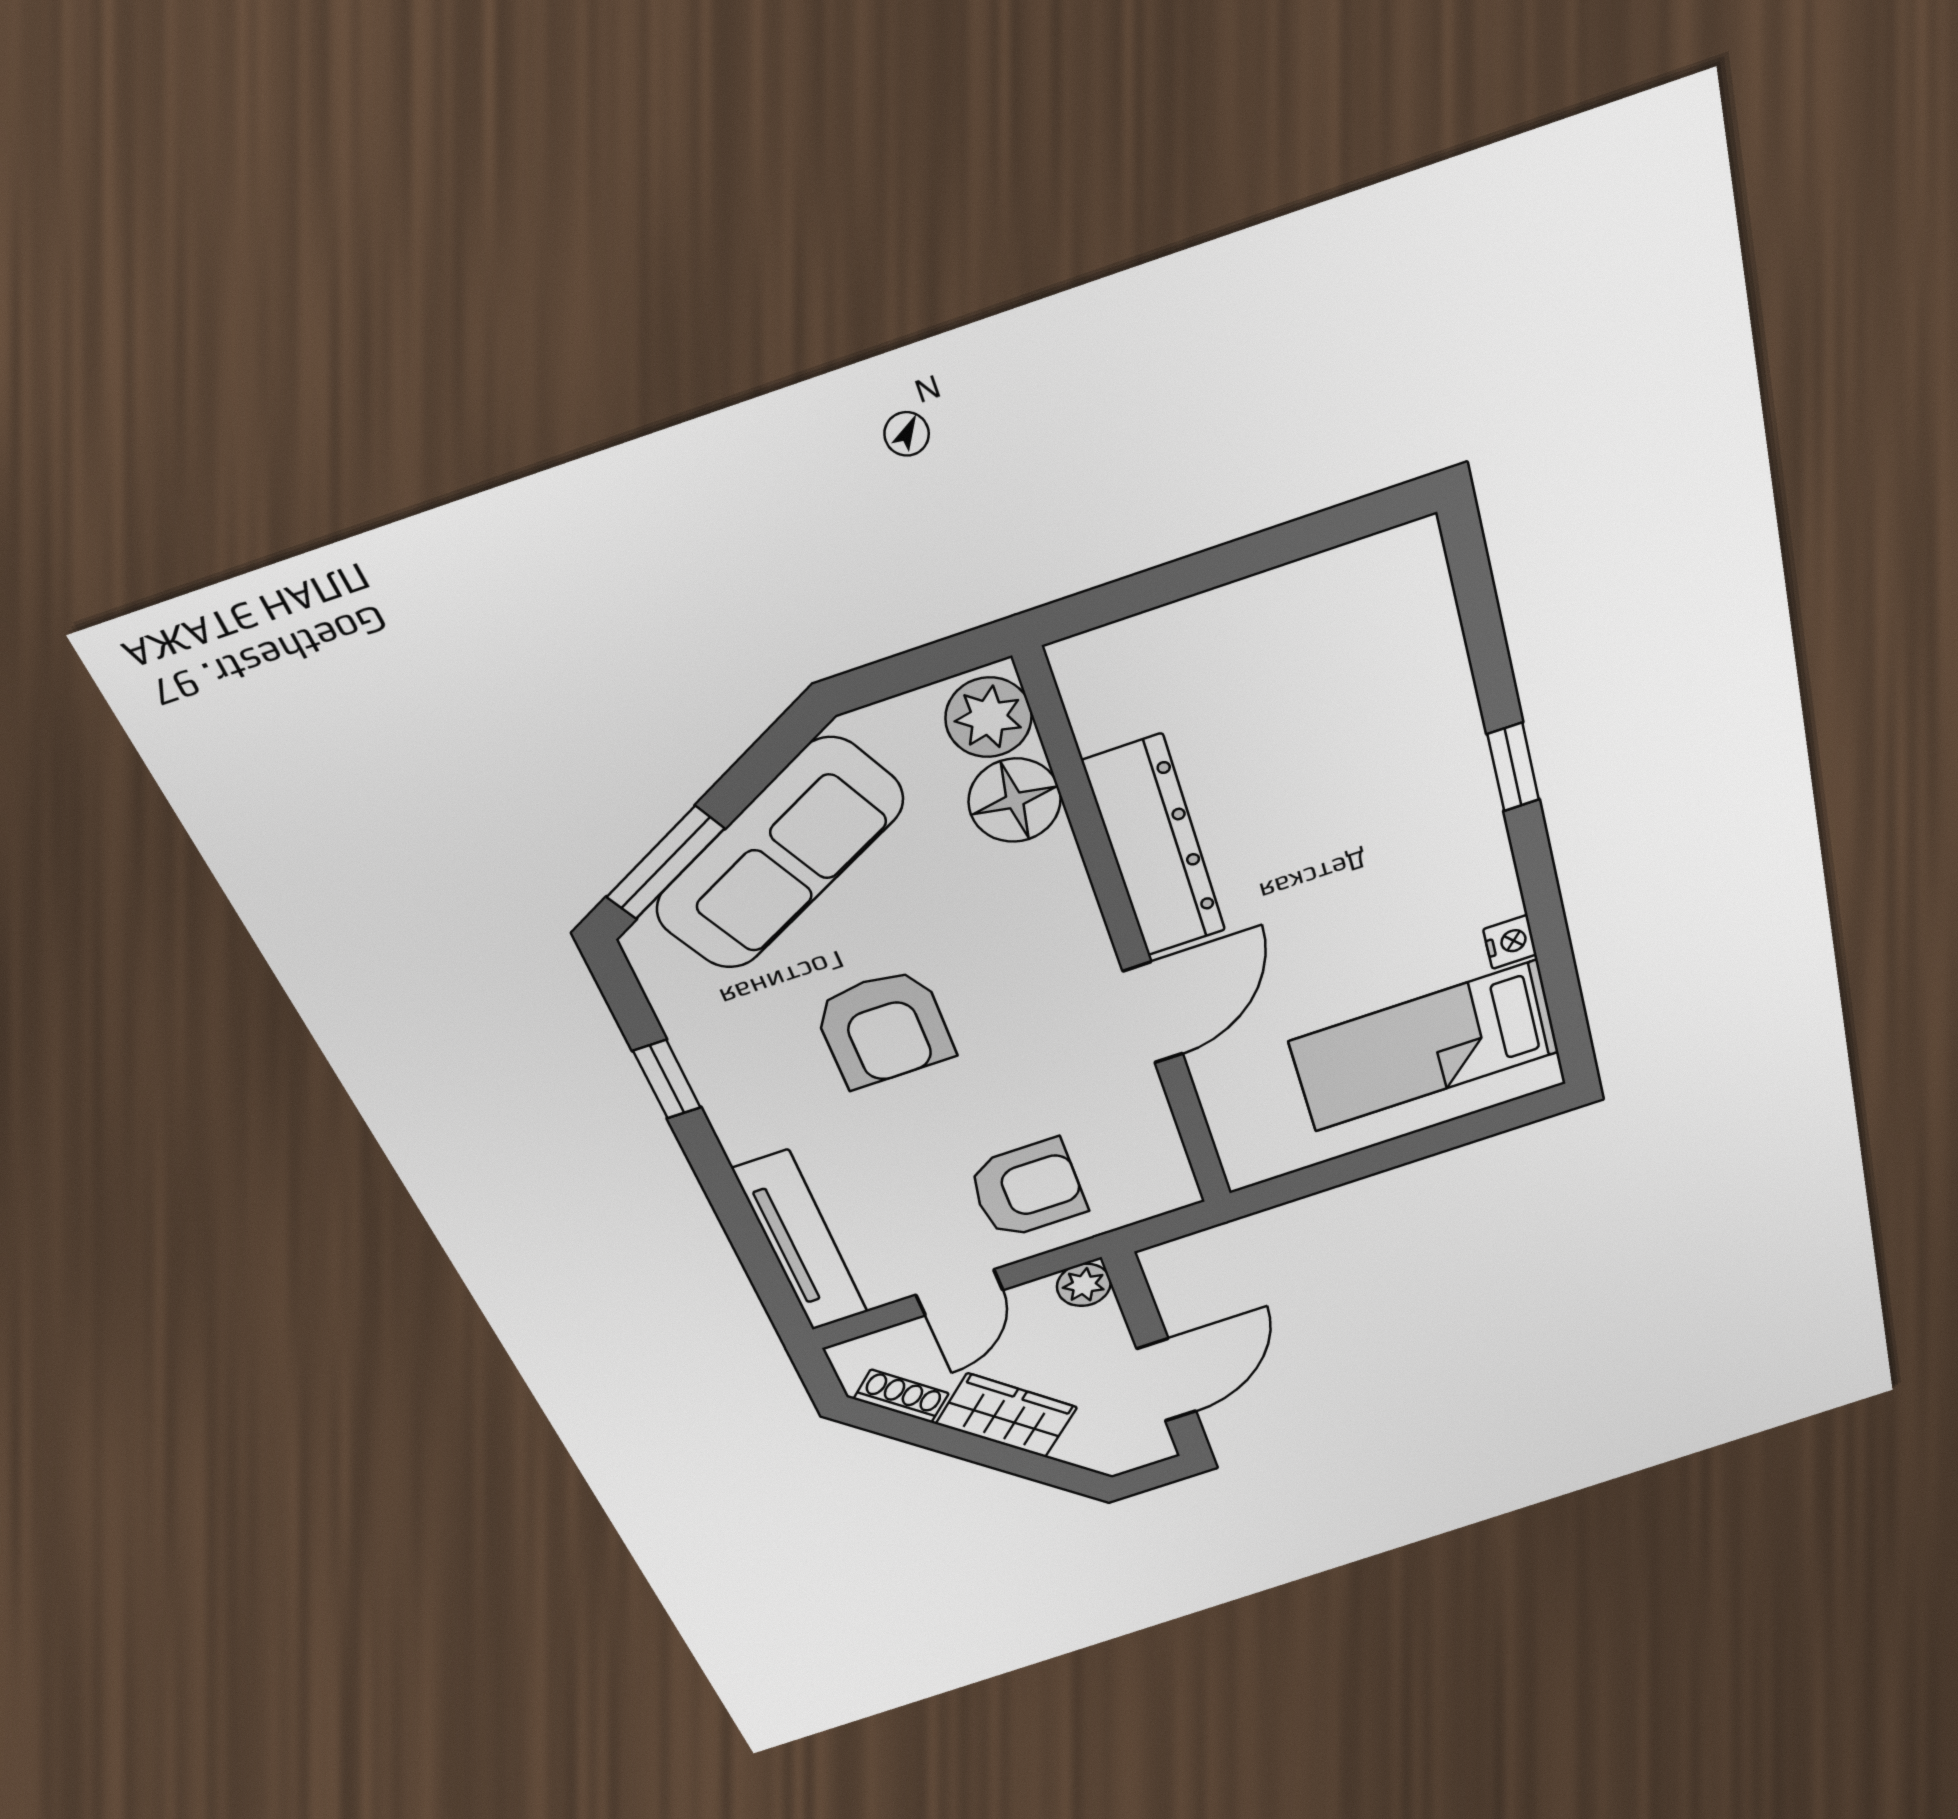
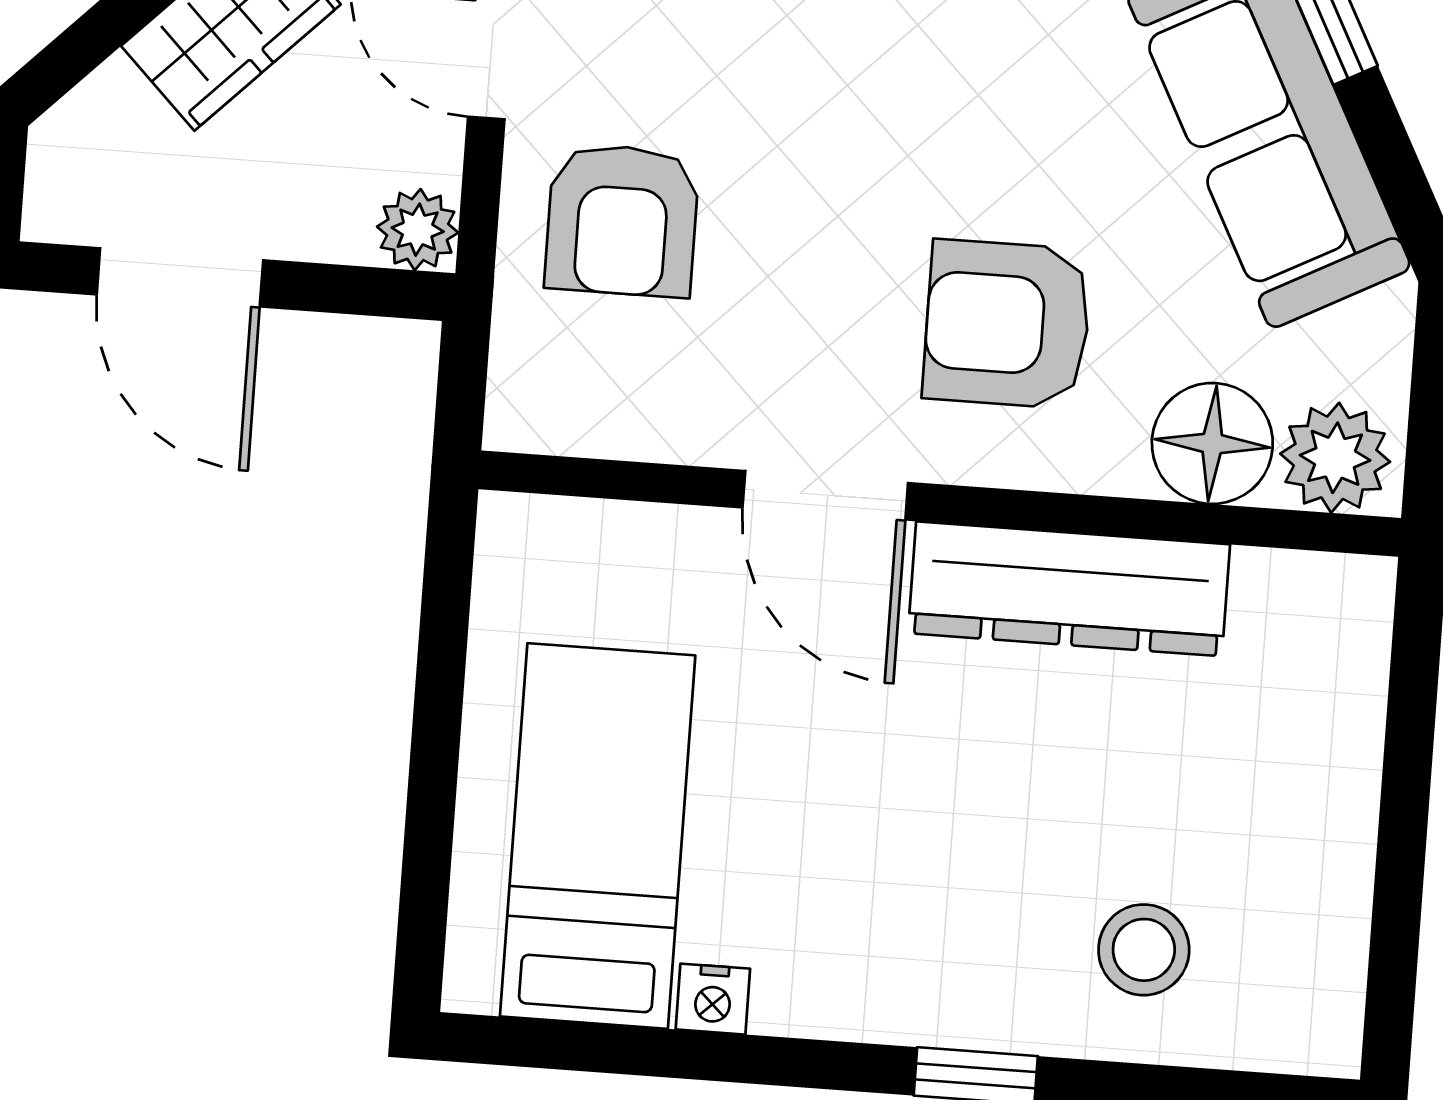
stool: (1390, 697) -> (1144, 950), added
armchair: (884, 1028) -> (1007, 324), moved

